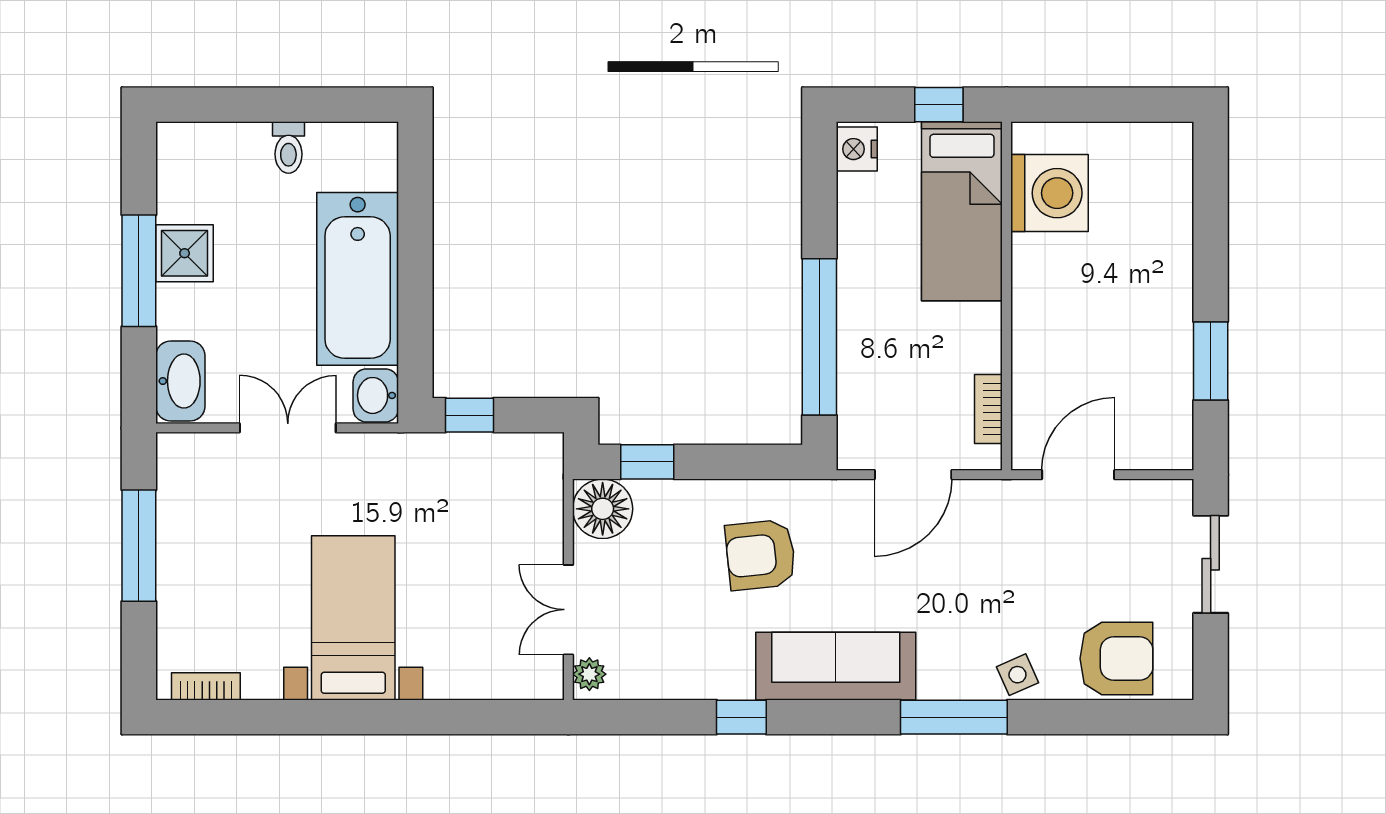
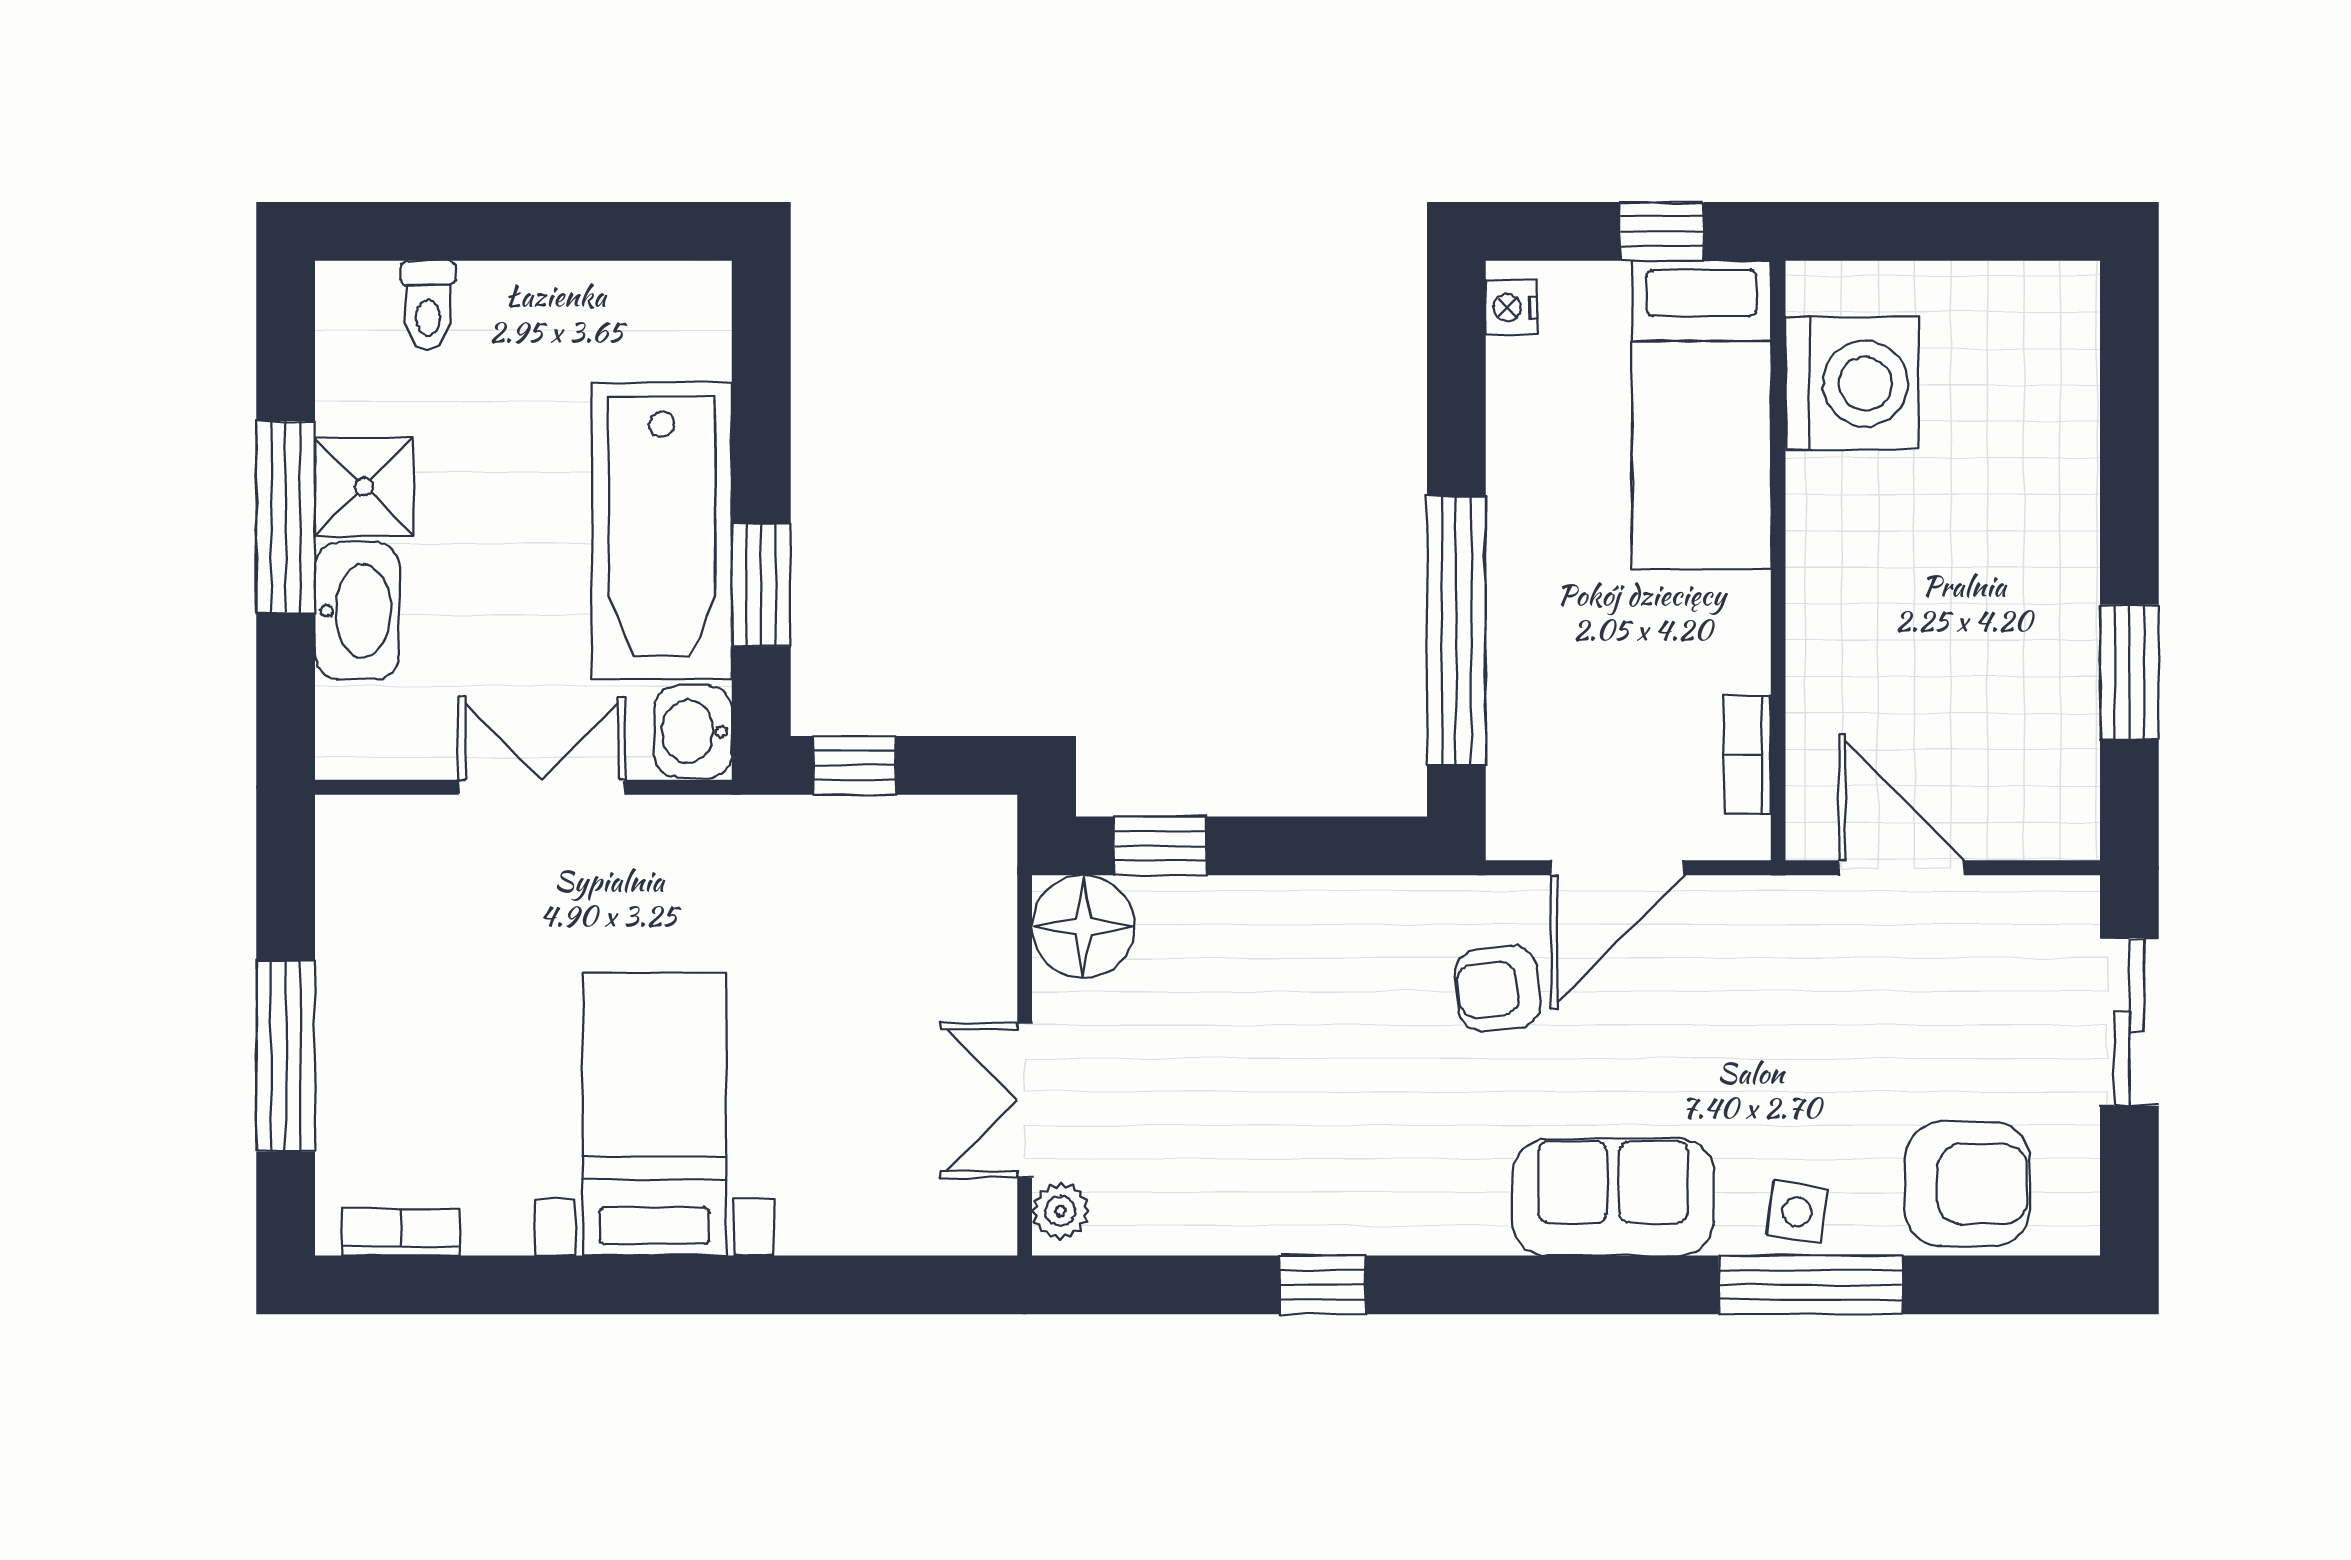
toilet: (288, 147) -> (428, 305), moved
nightstand: (857, 149) -> (1511, 308), width x0.72, depth x0.74
window: (415, 310) -> (761, 585), added
washbasin: (180, 381) -> (357, 611), moved
door: (1078, 475) -> (1901, 868), hinge flipped
window: (139, 546) -> (286, 1056), moved
armchair: (761, 555) -> (1498, 989), moved, width x0.72, depth x0.72
sofa: (836, 666) -> (1613, 1197), moved, width x0.73
side table: (1017, 675) -> (1797, 1212), turned 32
window: (954, 717) -> (1811, 1285), moved

